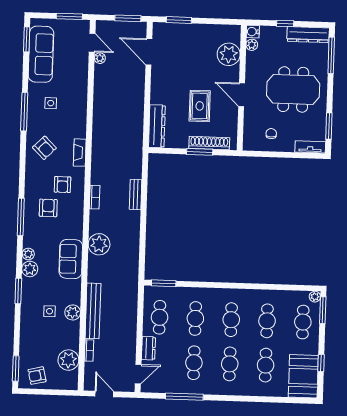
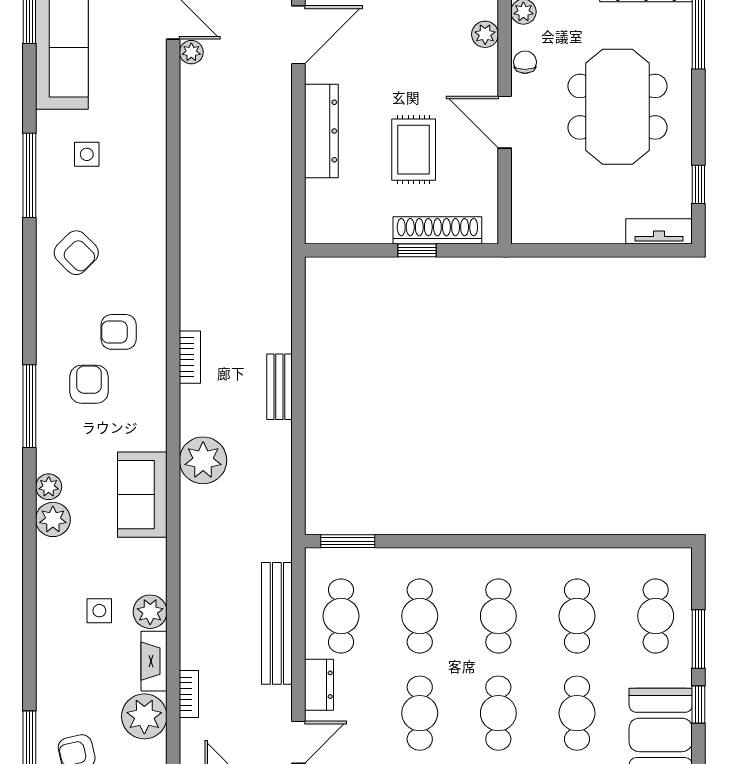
door: (149, 52) -> (298, 35), swing flipped
plant: (229, 54) -> (485, 34), width x0.53, depth x0.53
meeting table: (293, 89) -> (618, 107), turned 90
dresser: (157, 126) -> (321, 131), moved
window: (329, 126) -> (698, 184), width x0.67
chair: (271, 134) -> (525, 62), moved
window: (200, 152) -> (417, 250), width x0.67
fireplace: (80, 153) -> (154, 661), moved
armchair: (63, 185) -> (119, 332), turned 90
bench: (136, 195) -> (279, 387), moved
window: (18, 291) -> (29, 569), removed
plant: (315, 297) -> (680, 559), removed
window: (323, 310) -> (698, 639), moved
bench: (93, 311) -> (277, 623), moved

